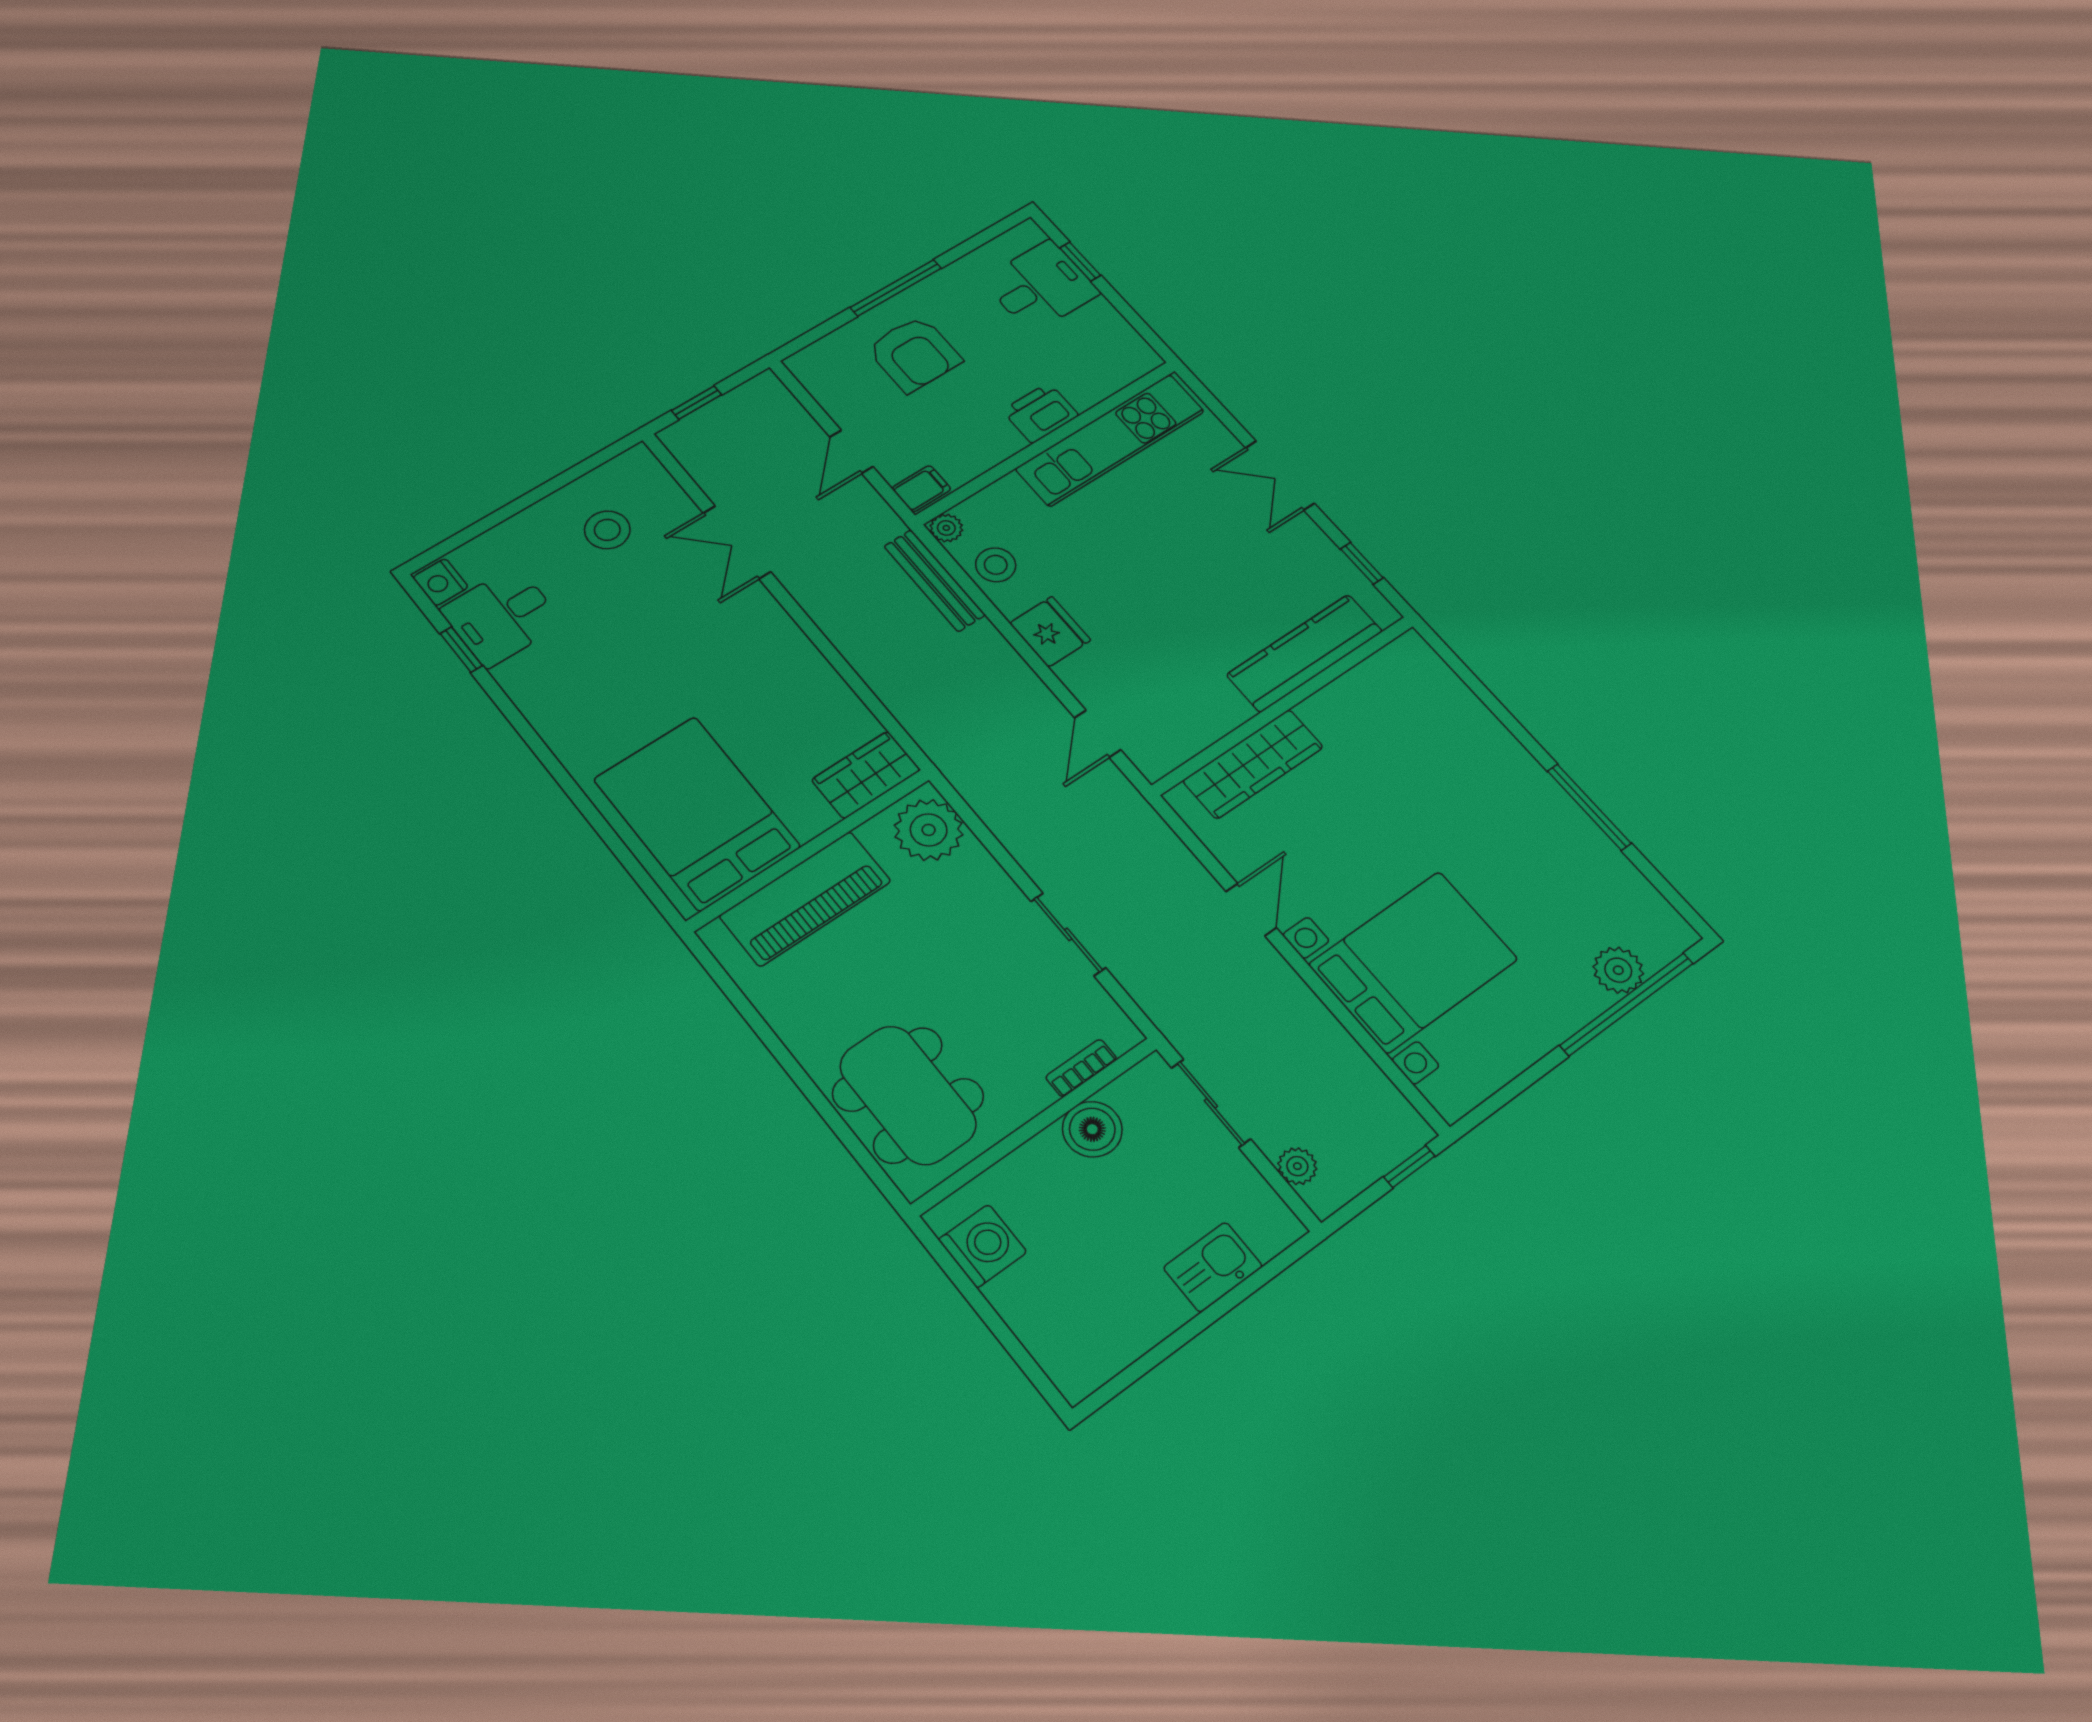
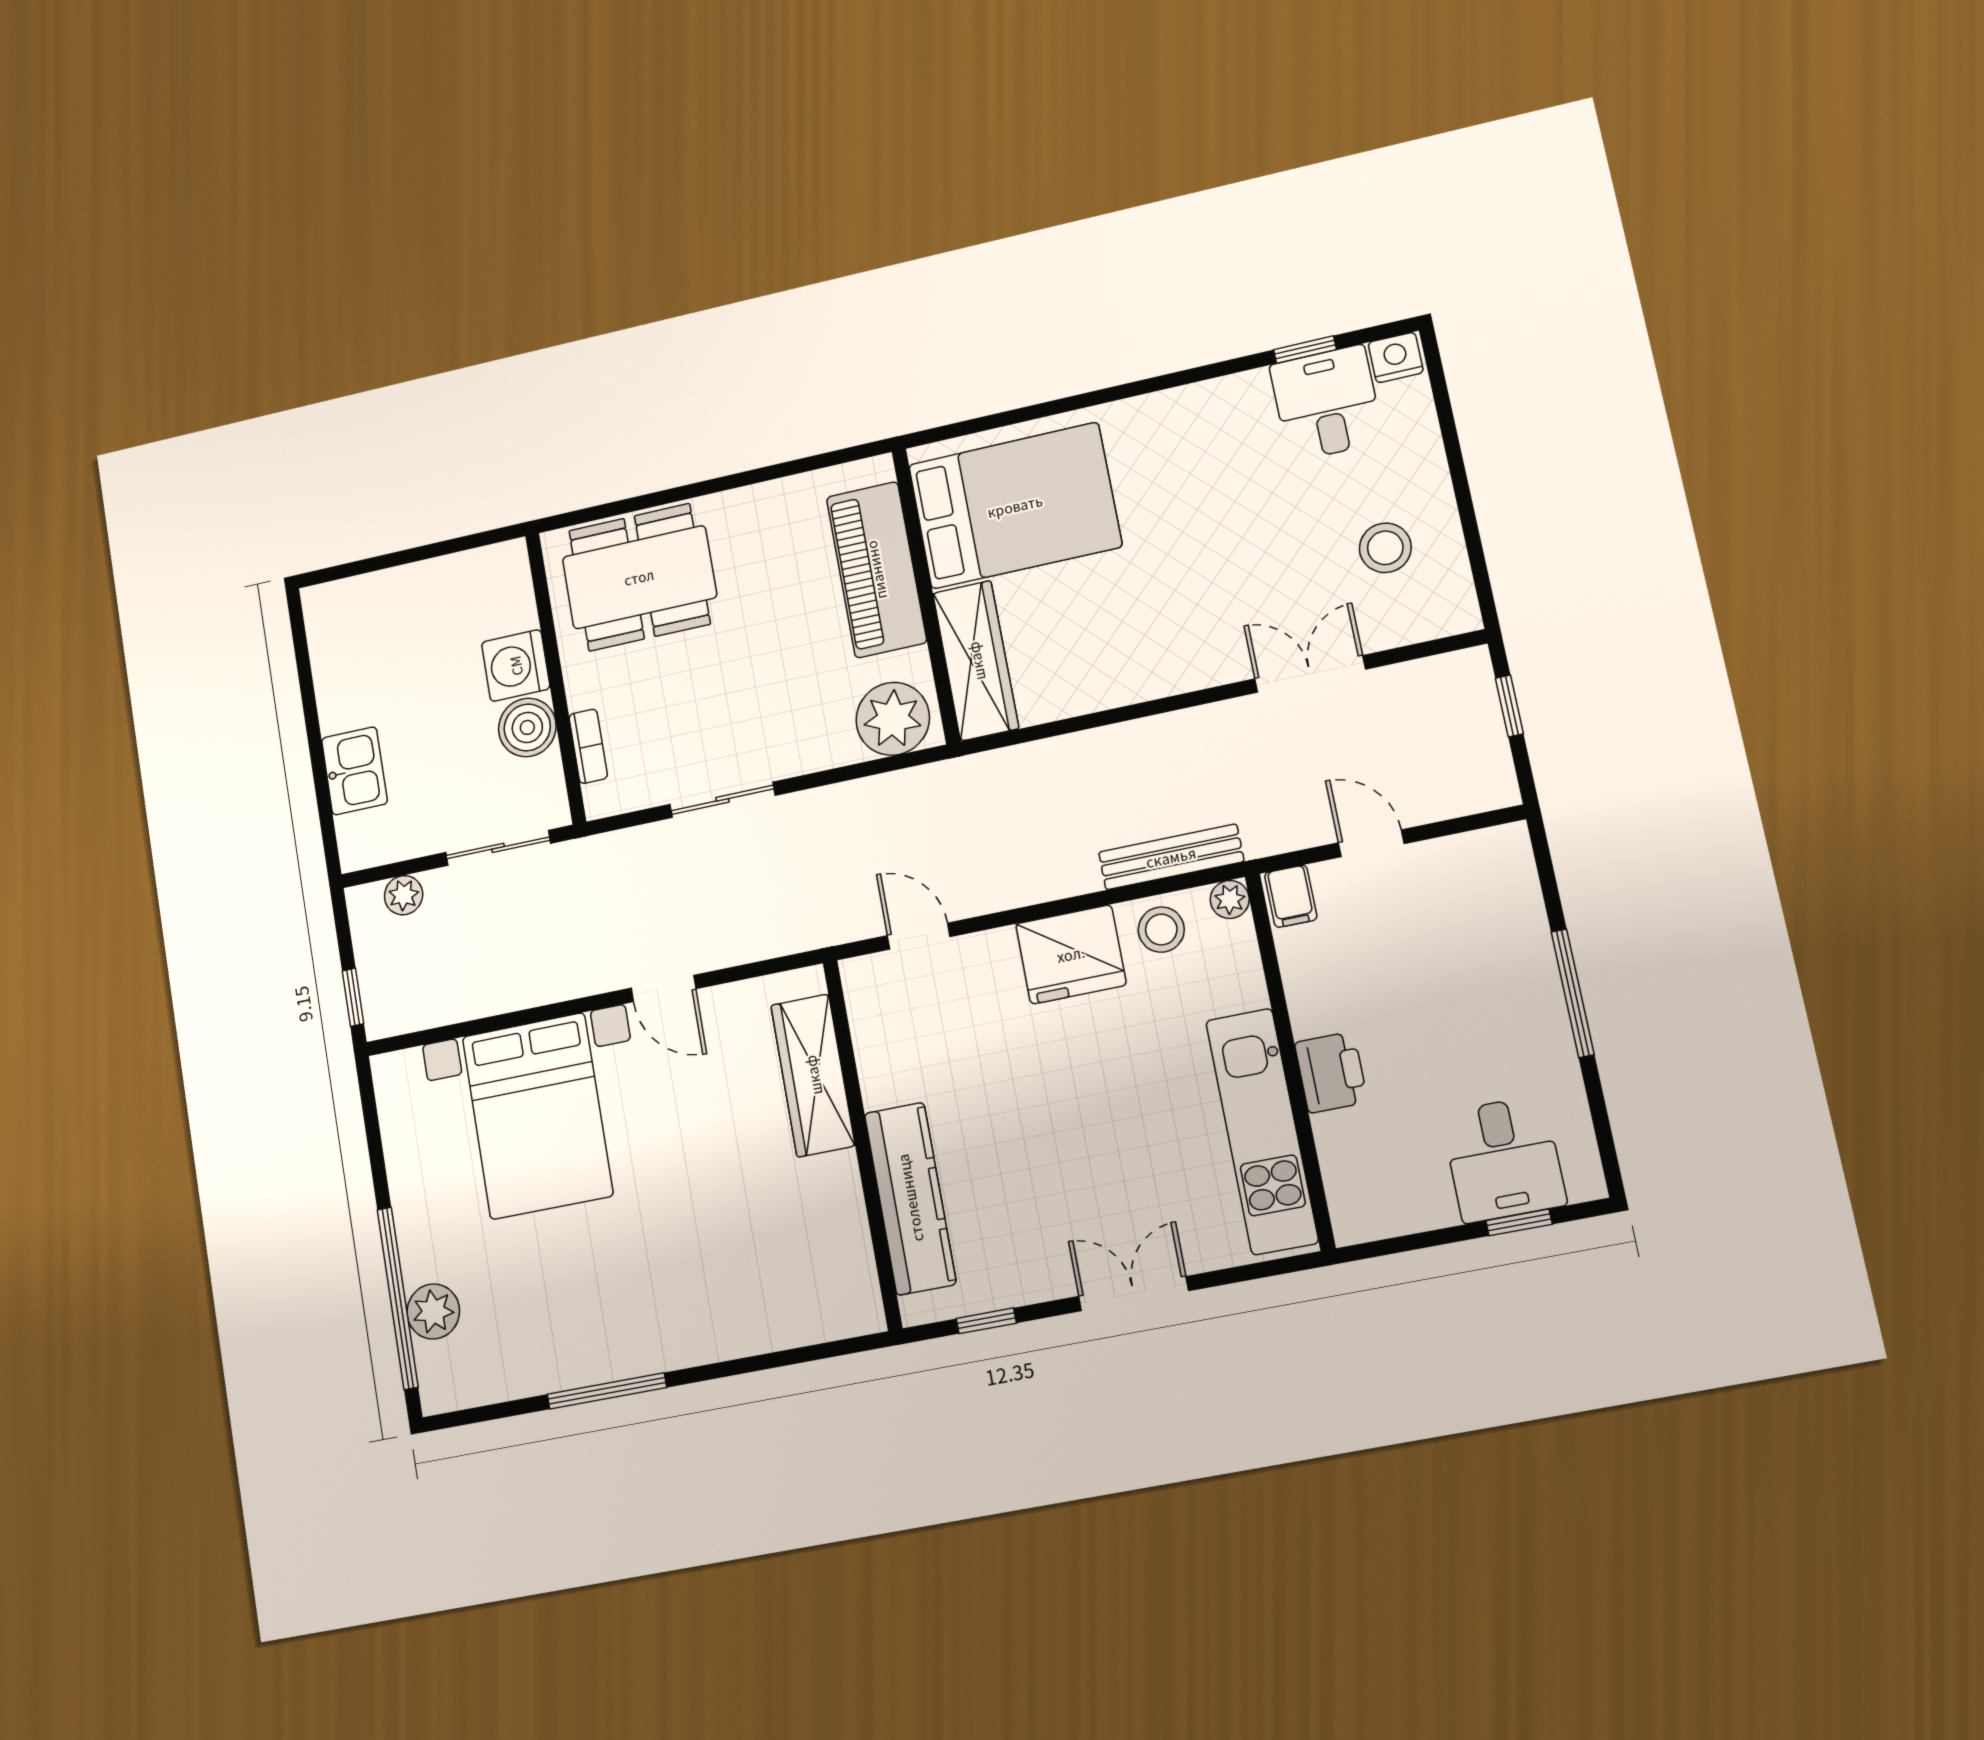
armchair: (914, 354) -> (1472, 971), removed
fridge: (1050, 632) -> (1071, 954), width x1.36, depth x1.34
wardrobe: (866, 775) -> (976, 661), width x1.50
washing machine: (983, 1246) -> (516, 666), moved, turned 90

